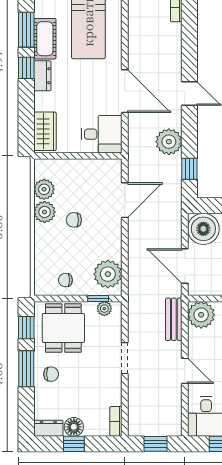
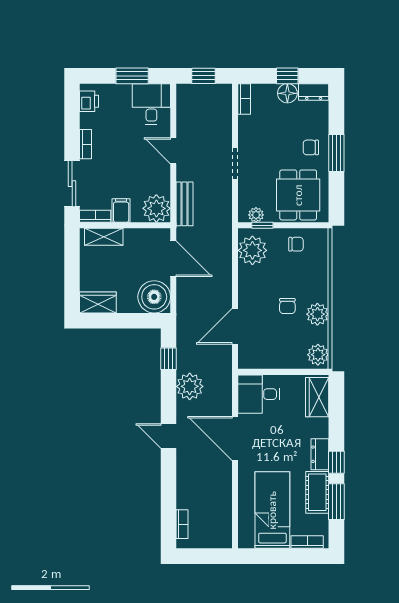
plant: (44, 189) -> (318, 355), moved
chair: (74, 220) -> (287, 306), turned 90
window: (26, 328) -> (336, 195), removed

